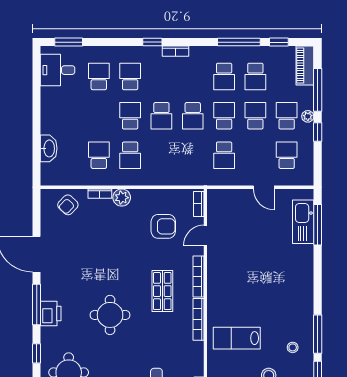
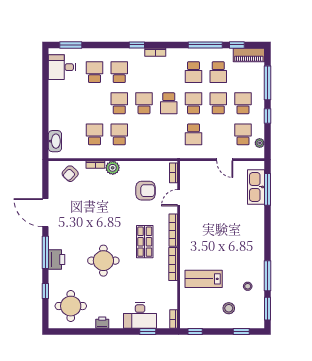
piano: (305, 66) -> (249, 55), moved, turned -90
school desk: (161, 116) -> (144, 103), turned 180
plant: (308, 116) -> (260, 143), moved
washbasin: (49, 148) -> (55, 141), moved
school desk: (130, 155) -> (119, 134), turned 180

